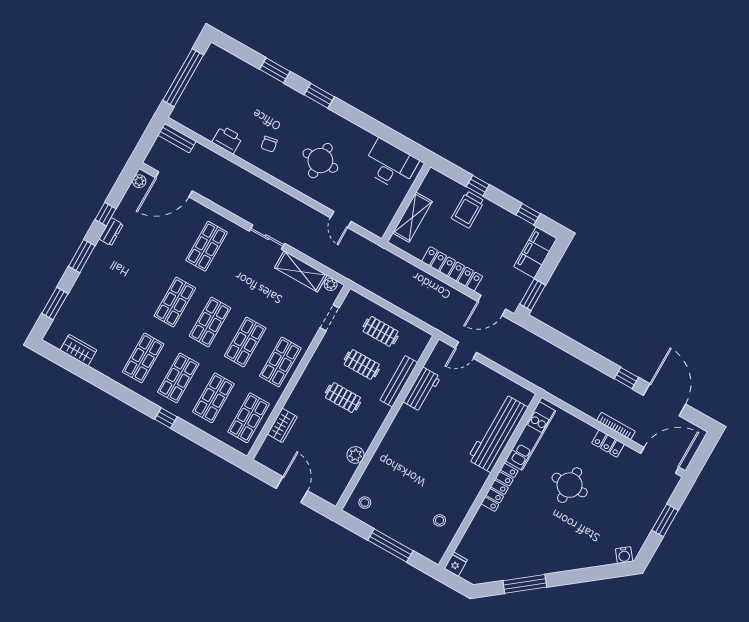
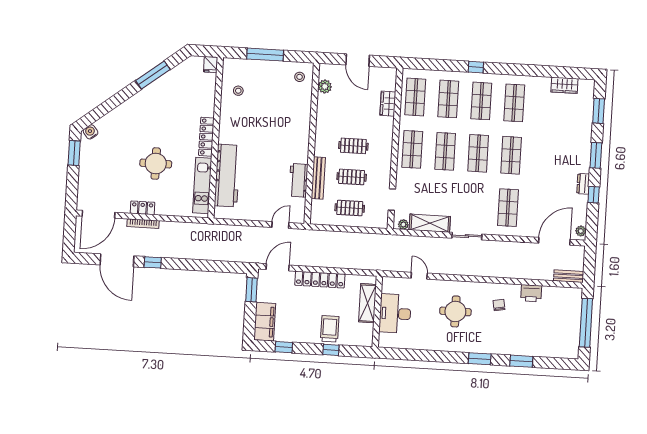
desk: (390, 165) -> (395, 314), moved, turned 90
plant: (356, 455) -> (325, 86), moved
window: (665, 520) -> (74, 153), moved

